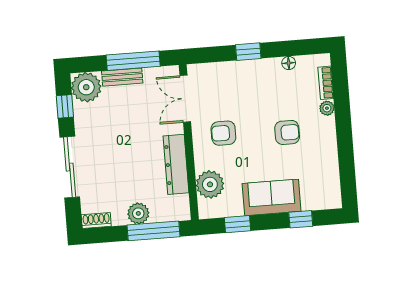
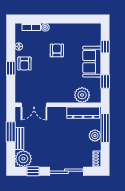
window: (133, 61) -> (11, 132), width x0.69
armchair: (223, 133) -> (24, 64), moved
dresser: (176, 164) -> (83, 113), moved

